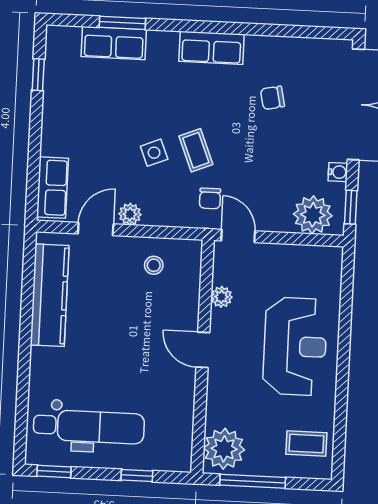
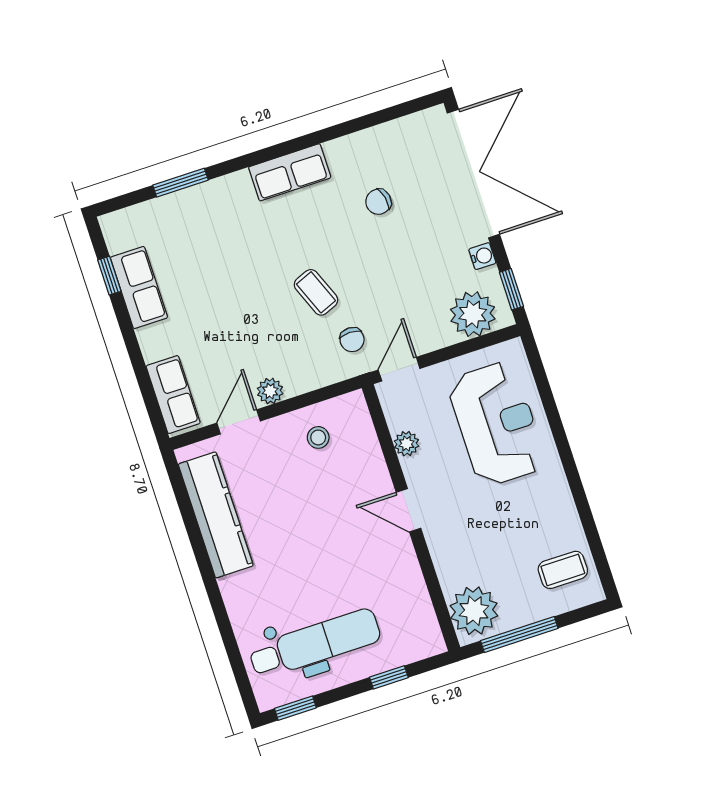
row of seats: (114, 43) -> (139, 288), moved, turned -90
side table: (154, 153) -> (271, 313), removed
door: (238, 236) -> (399, 369), hinge flipped
reception desk: (295, 346) -> (497, 424), moved

